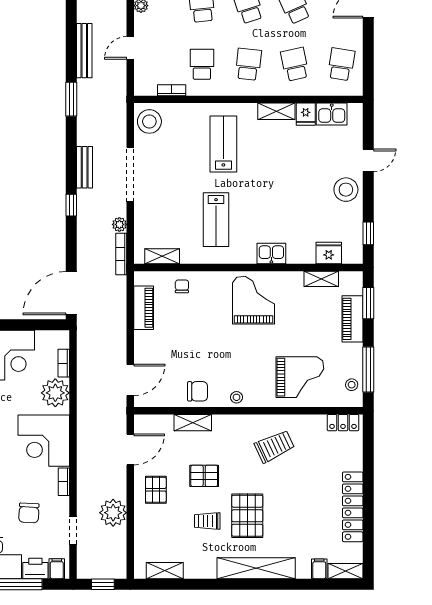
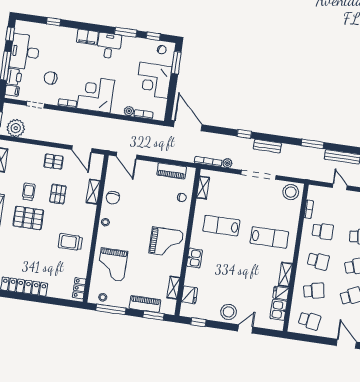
door: (368, 160) -> (245, 329), swing flipped
plant: (55, 393) -> (129, 111), width x0.53, depth x0.53
trolley: (274, 446) -> (70, 242), turned 115
plant: (113, 513) -> (16, 128), moved

